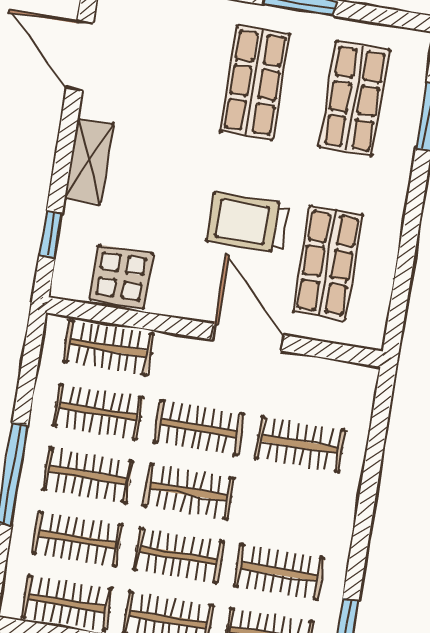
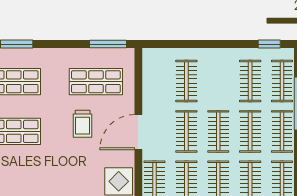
trolley: (248, 223) -> (83, 124), width x0.73, depth x0.72
window: (399, 299) -> (108, 44), added
door: (248, 337) -> (138, 132), moved

